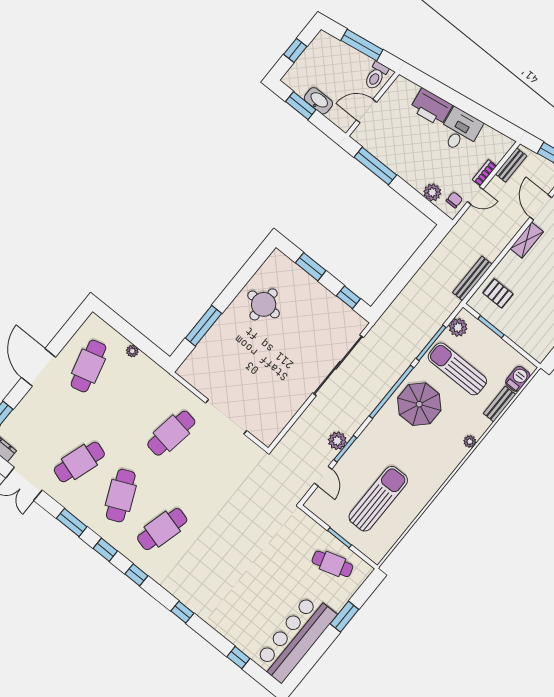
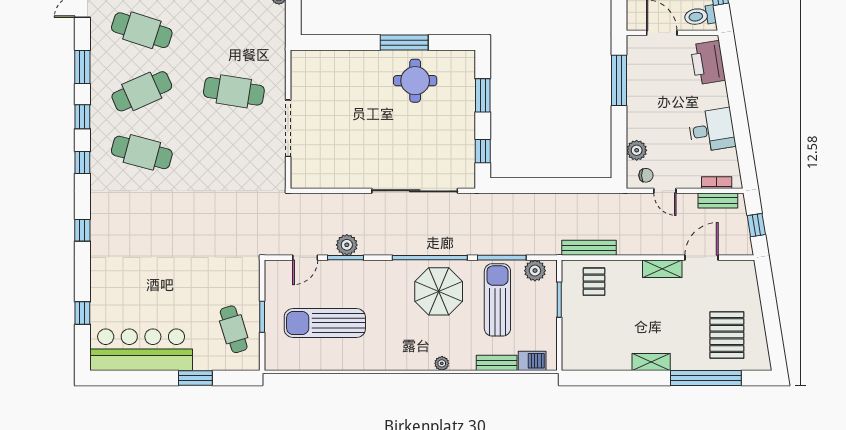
printer: (431, 107) -> (708, 63), moved
bookcase: (484, 173) -> (717, 183), moved
window: (204, 326) -> (404, 43), moved
sun lounger: (378, 499) -> (325, 323), turned 180

